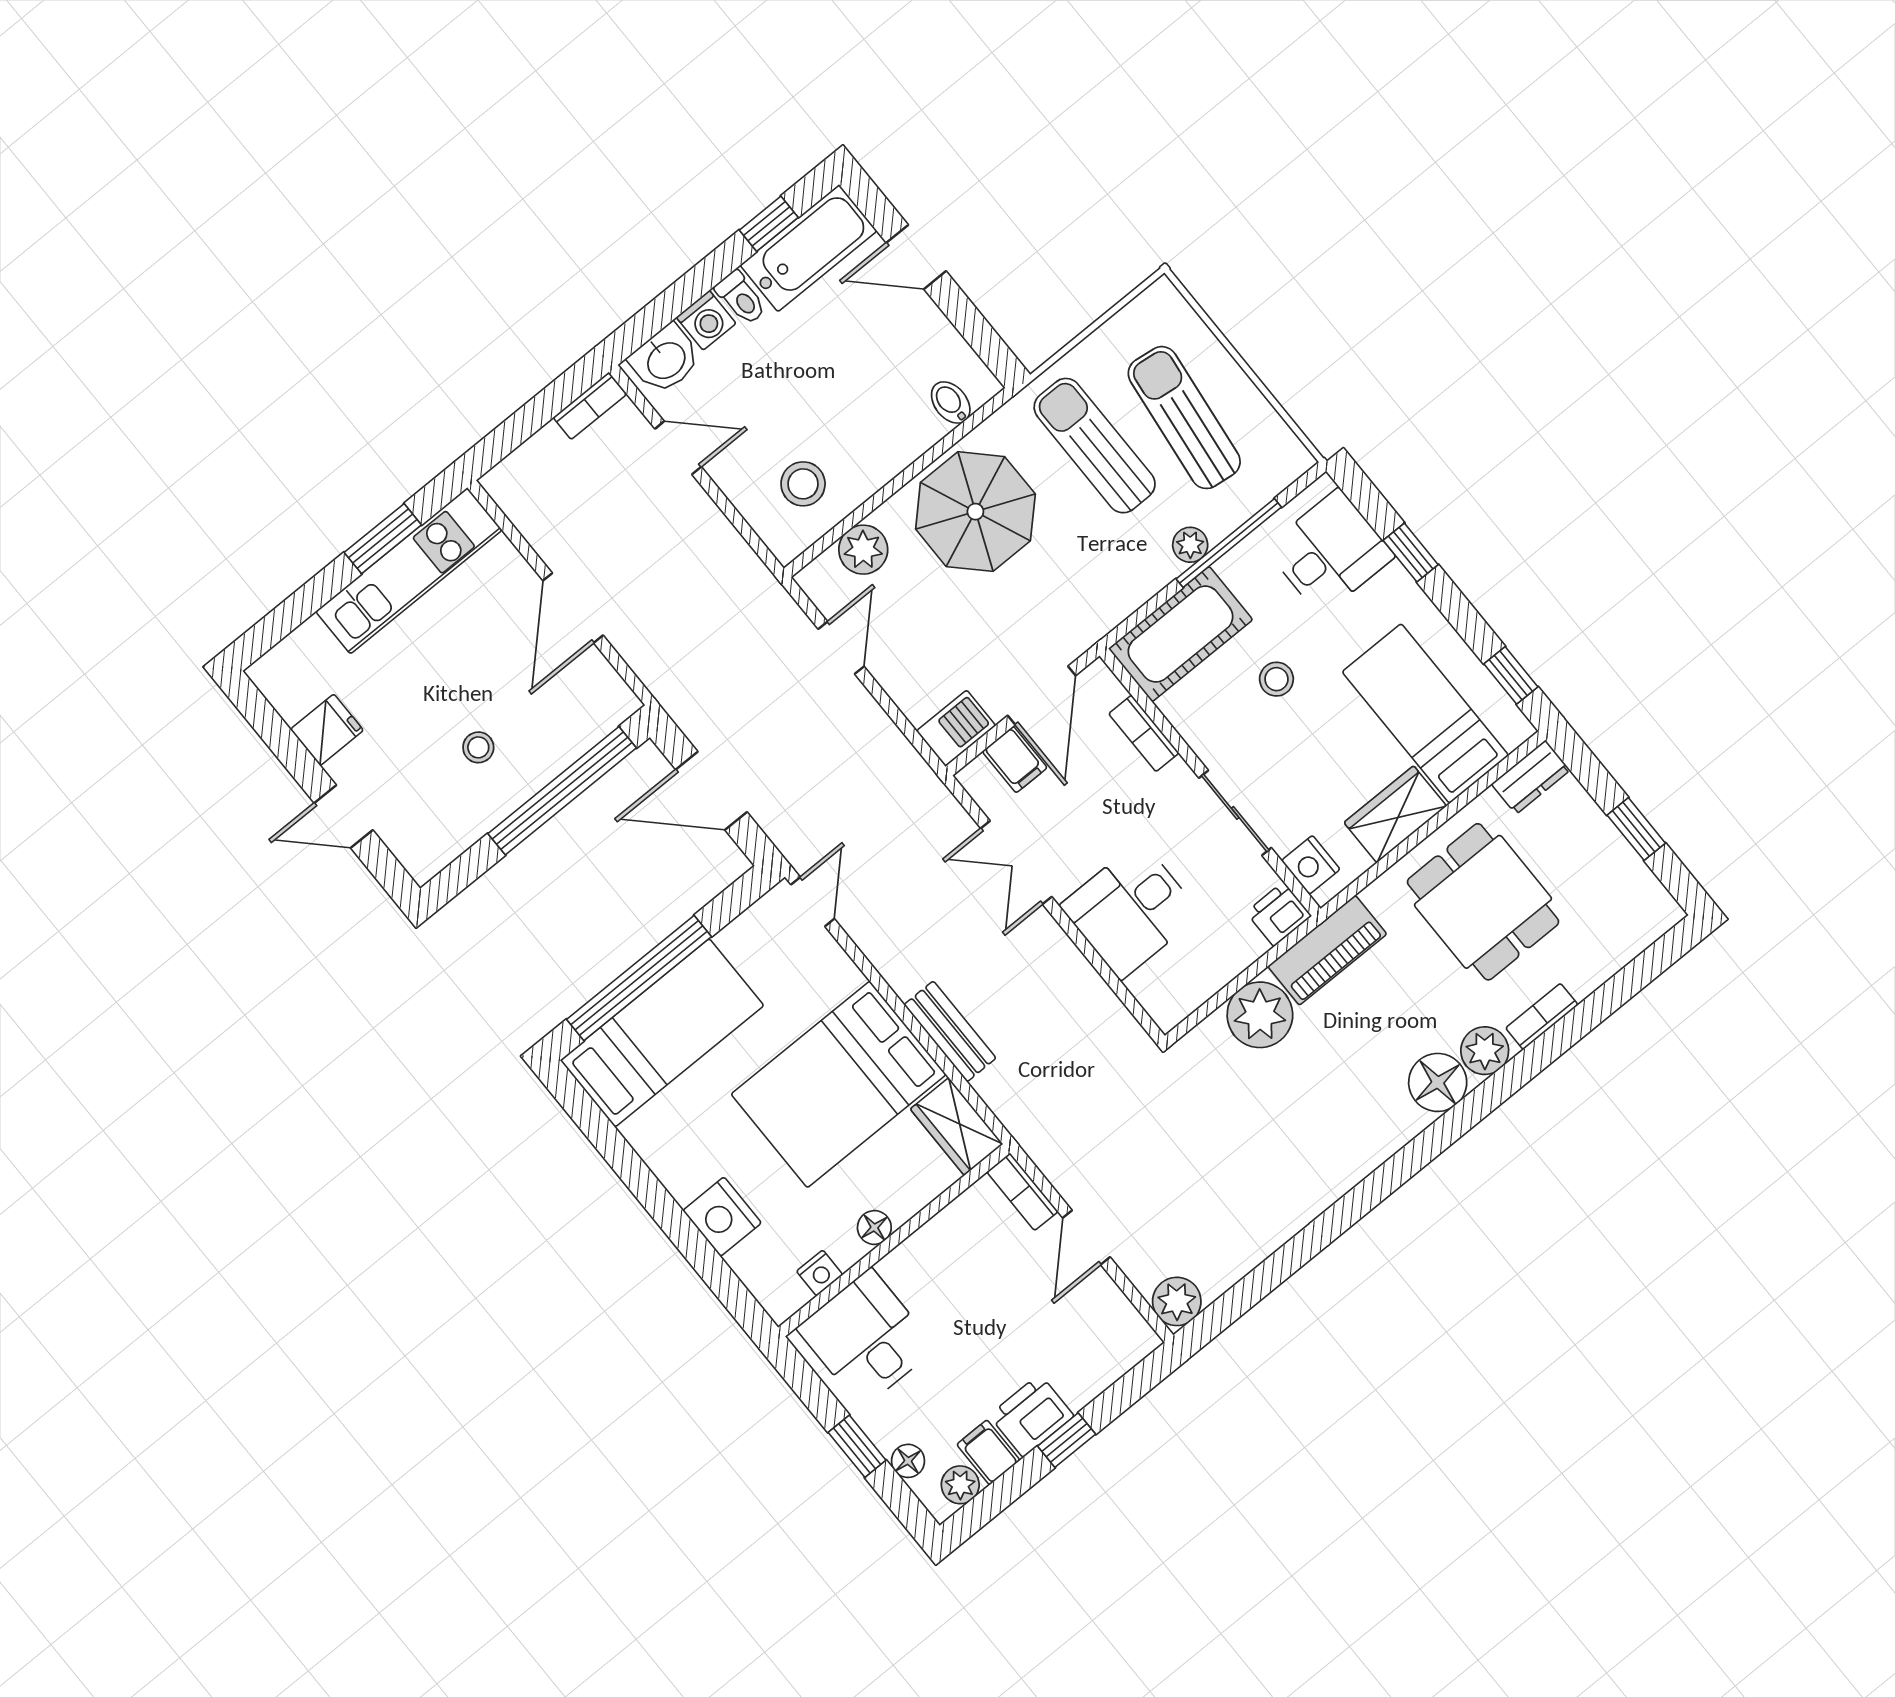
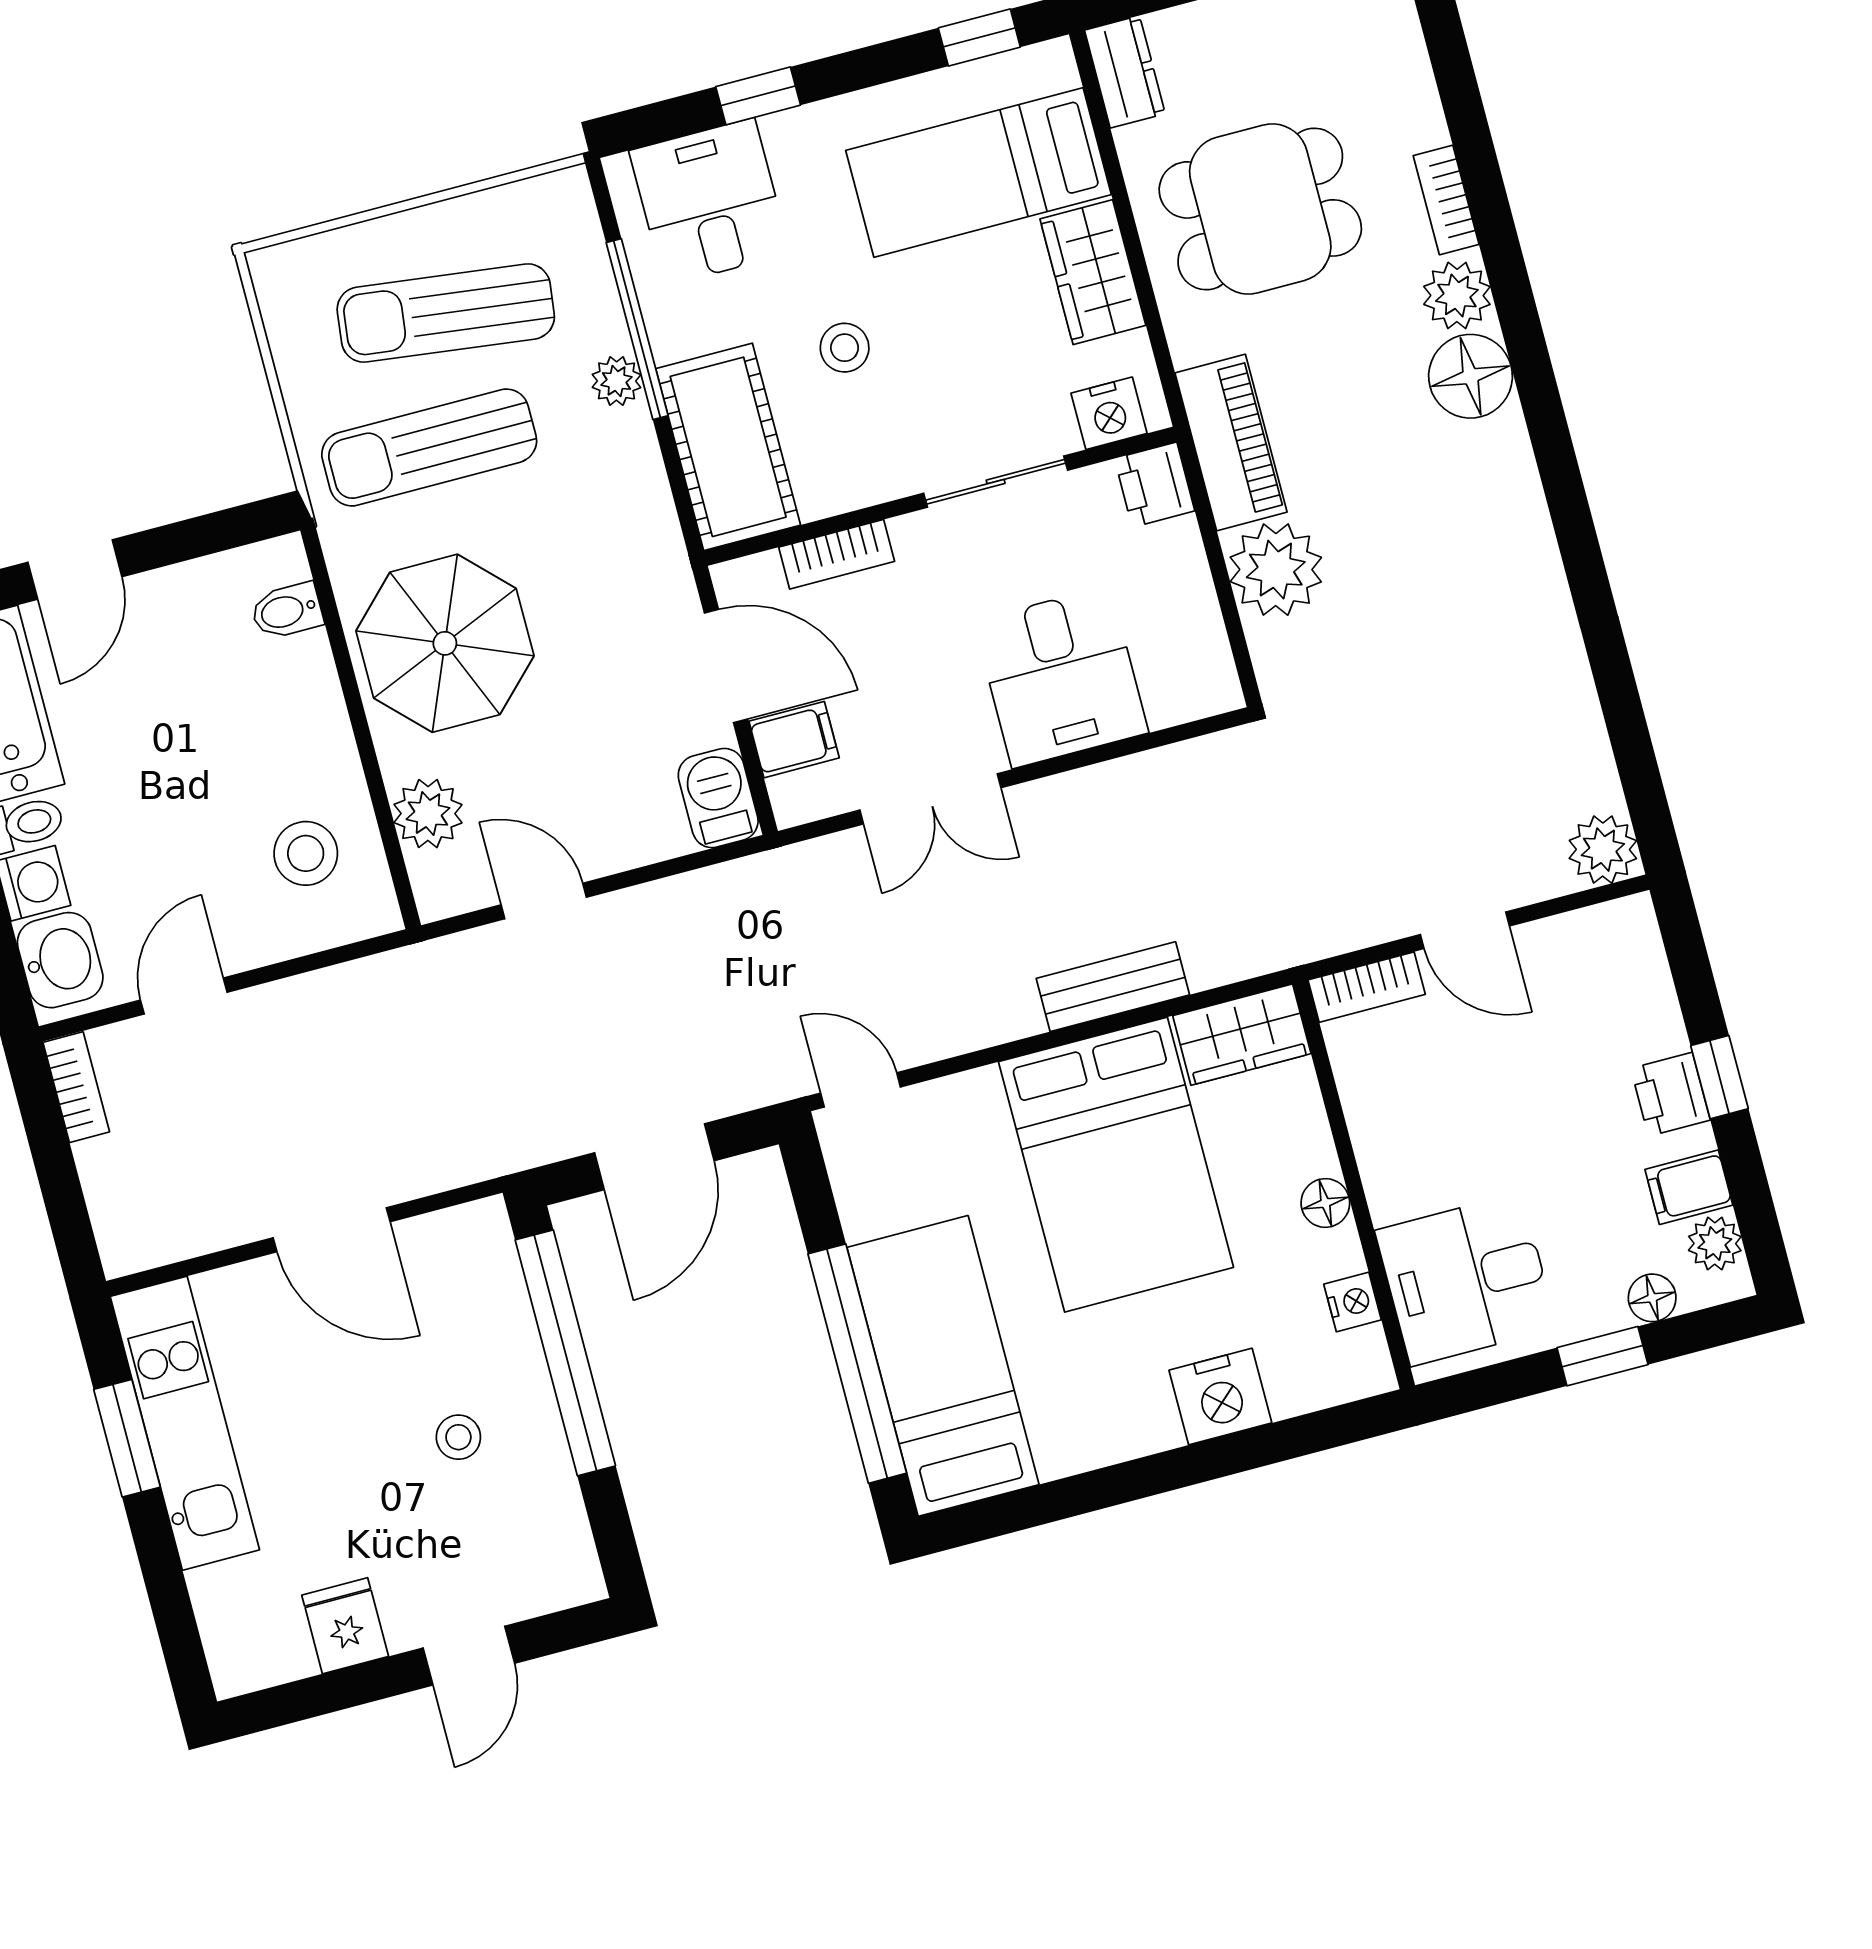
printer: (1031, 1416) -> (1670, 1094), width x0.73, depth x0.81

